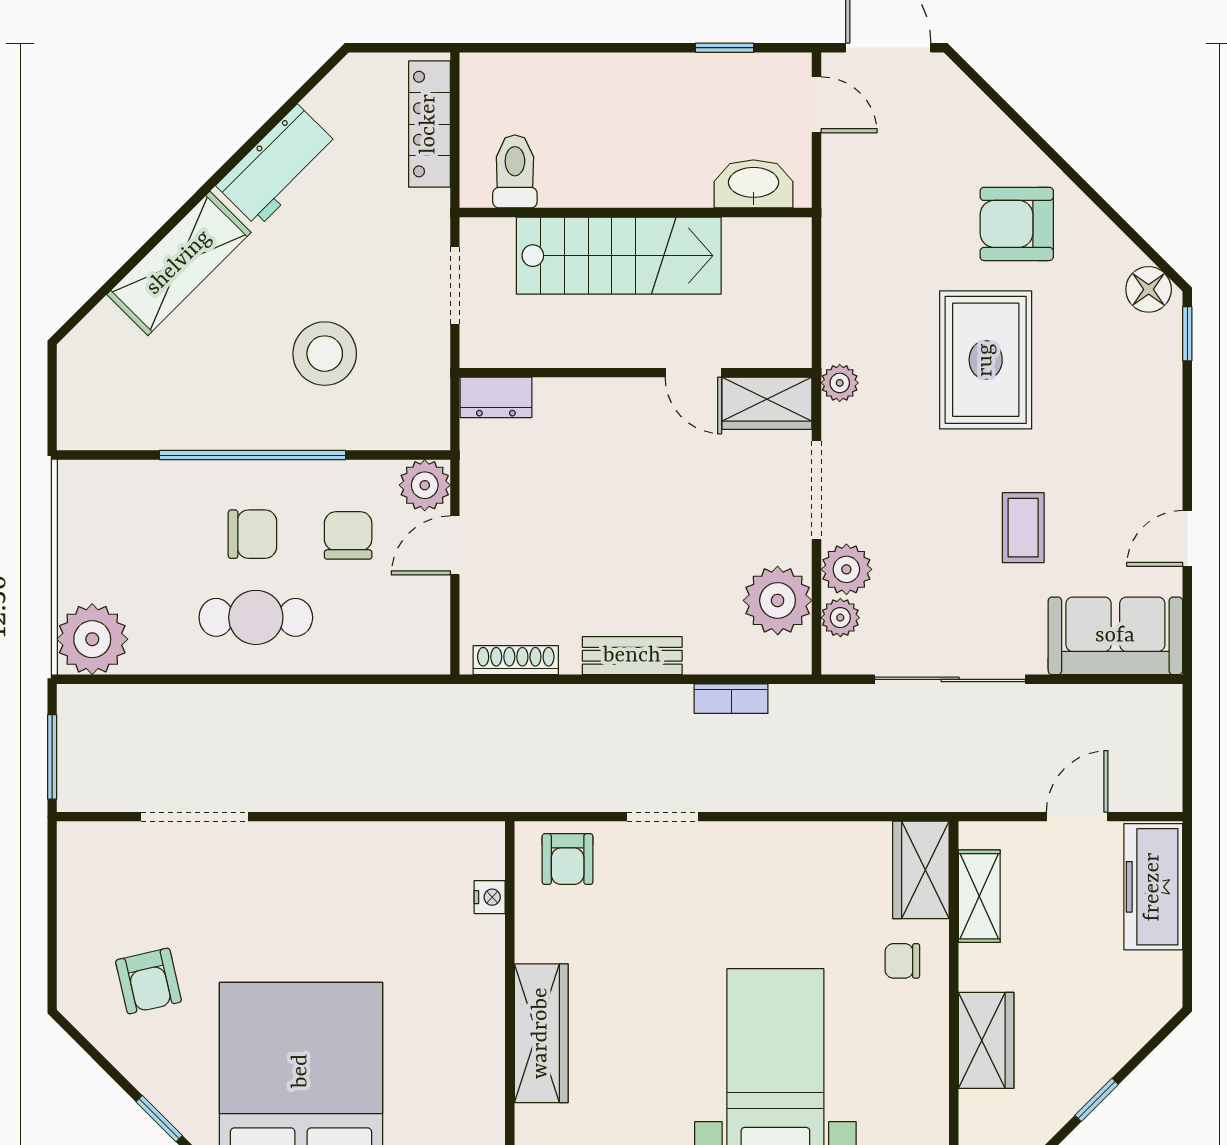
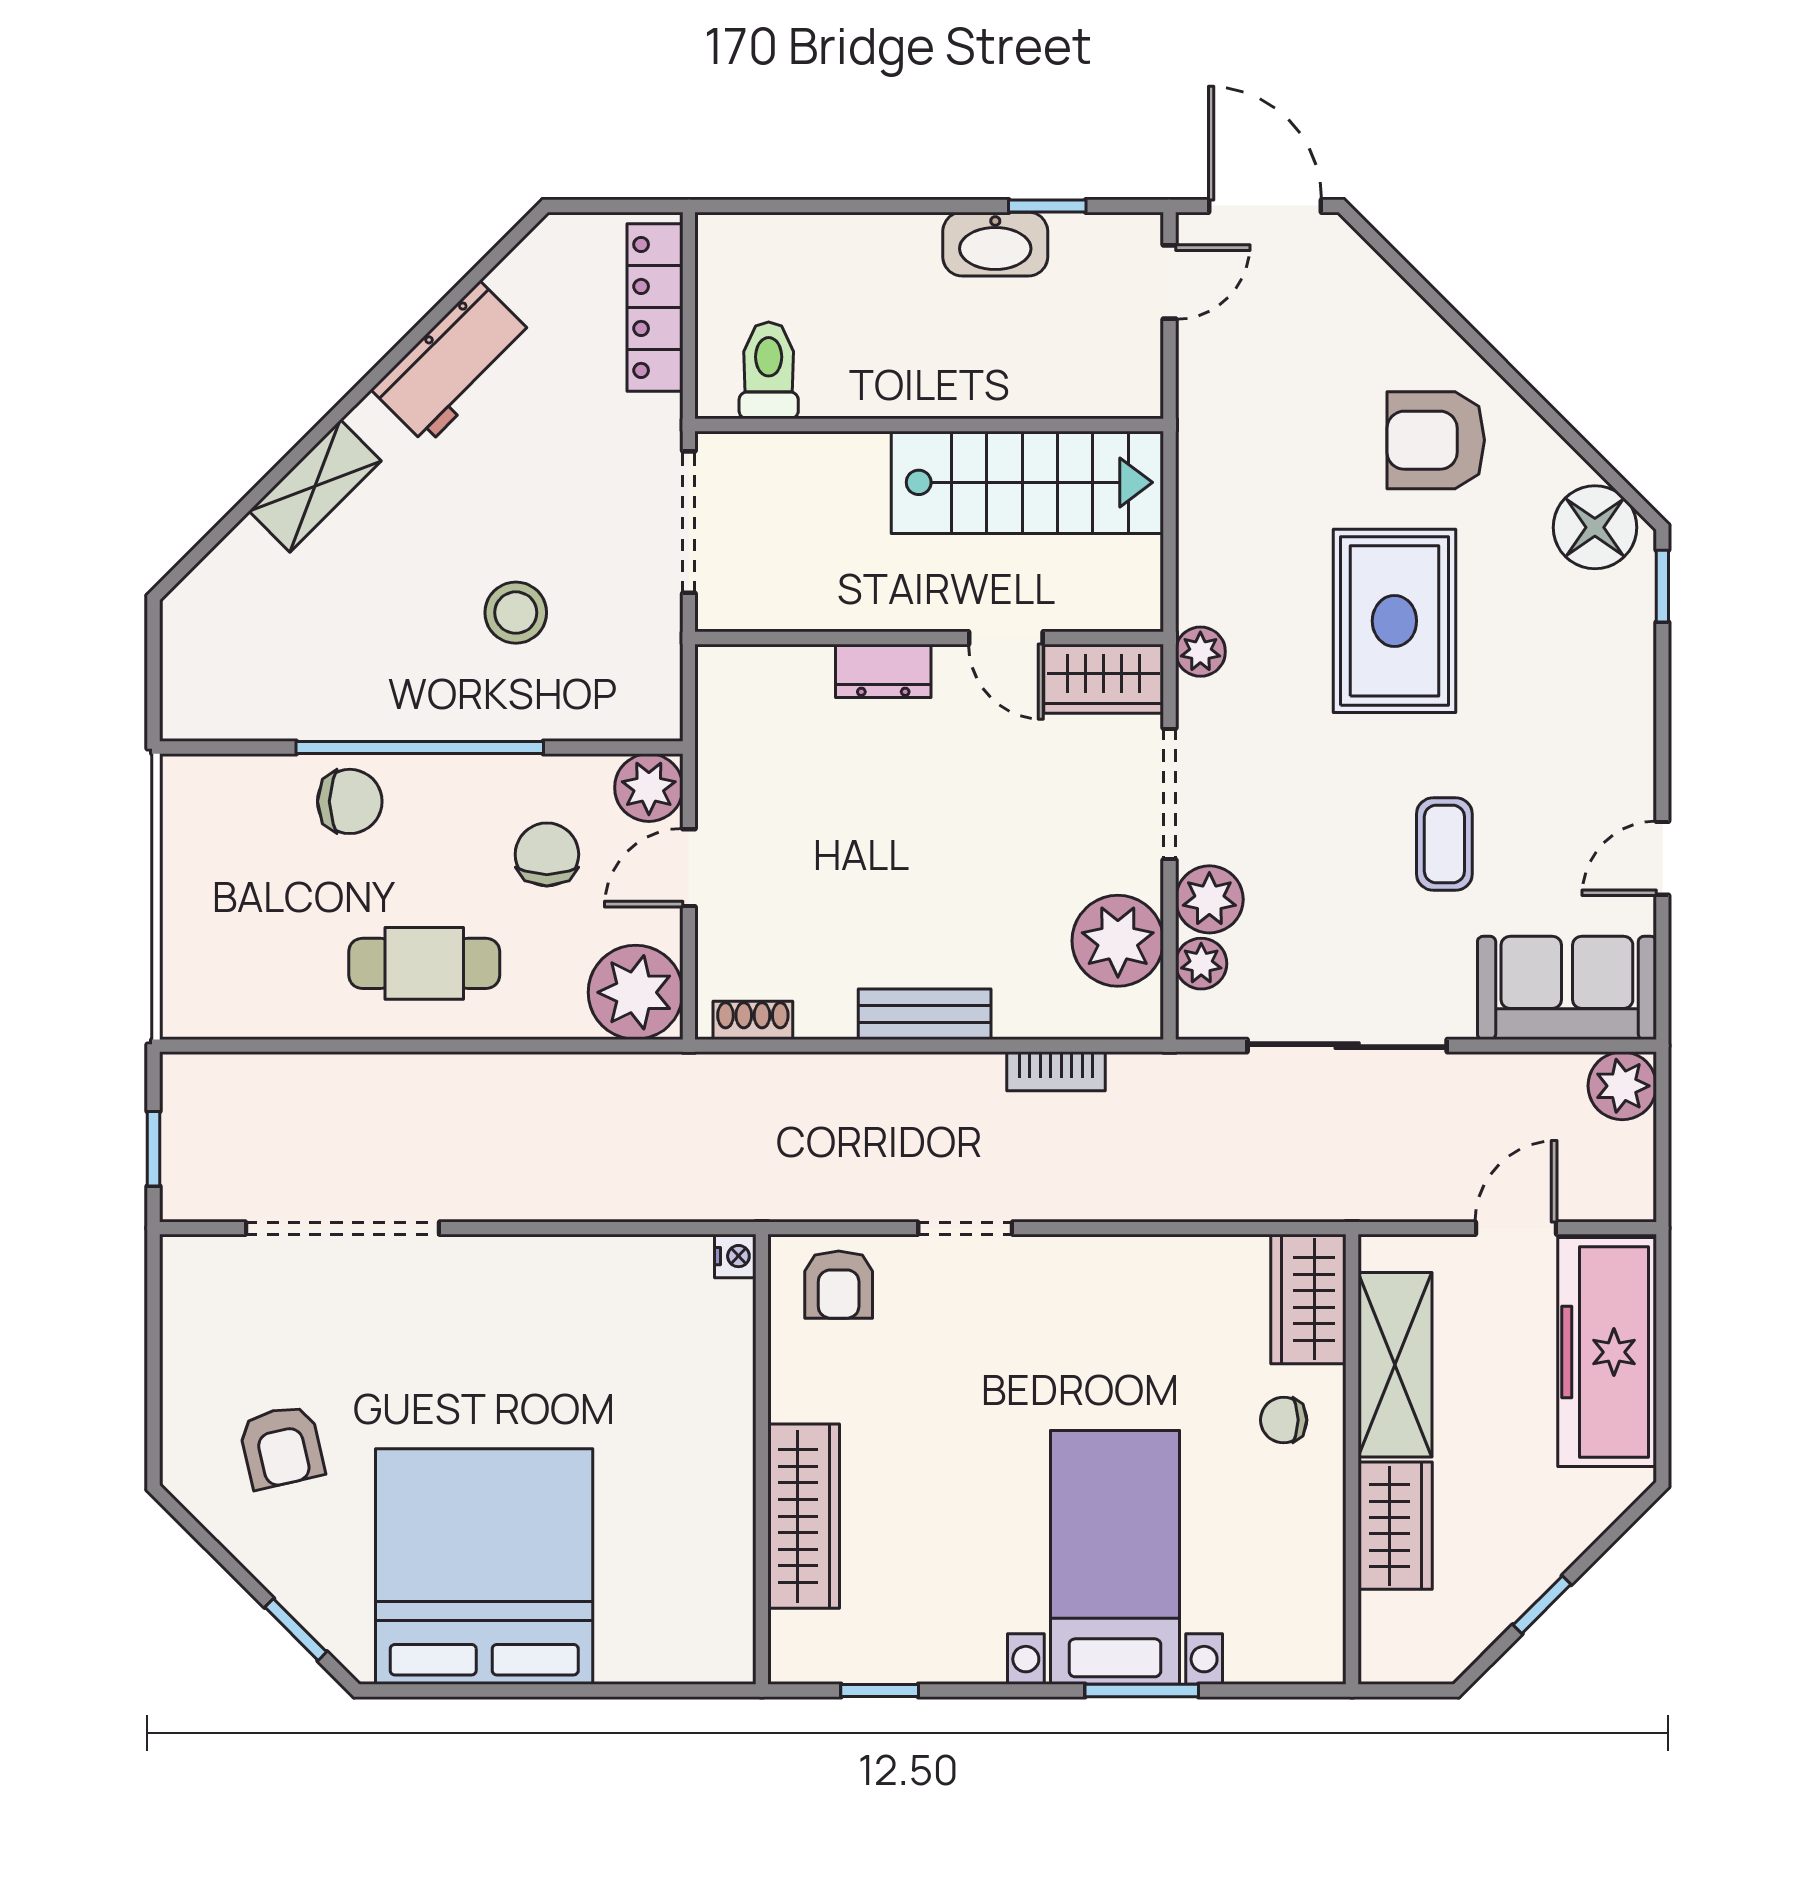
door: (816, 105) -> (1170, 282), hinge flipped
washbasin: (753, 184) -> (995, 244), moved, turned 180
stairs: (619, 256) -> (1027, 482), moved
shelving: (179, 263) -> (315, 486), width x0.67, depth x0.75
doorway: (455, 286) -> (689, 522), width x1.38
floor lamp: (1149, 289) -> (1595, 527), width x1.38, depth x1.38
stool: (325, 354) -> (516, 613), width x0.73, depth x0.73
dresser: (496, 397) -> (883, 671), moved
chair: (252, 534) -> (350, 801), moved
plant: (92, 639) -> (636, 992), moved
shoe rack: (516, 660) -> (753, 1020), width x0.70
plant: (1157, 710) -> (1622, 1086), added
window: (52, 757) -> (153, 1149), width x0.67
doorway: (194, 817) -> (343, 1228), width x1.36
freezer: (1153, 887) -> (1607, 1352), width x1.36, depth x1.26
shelving: (979, 896) -> (1395, 1365), width x1.50, depth x1.33
nightstand: (490, 897) -> (735, 1256), moved

